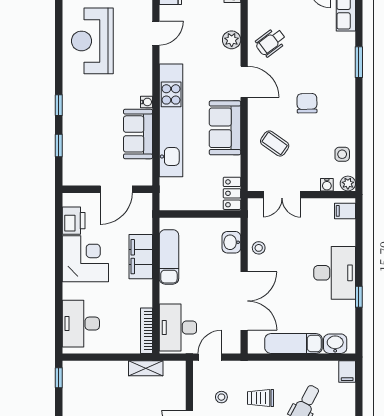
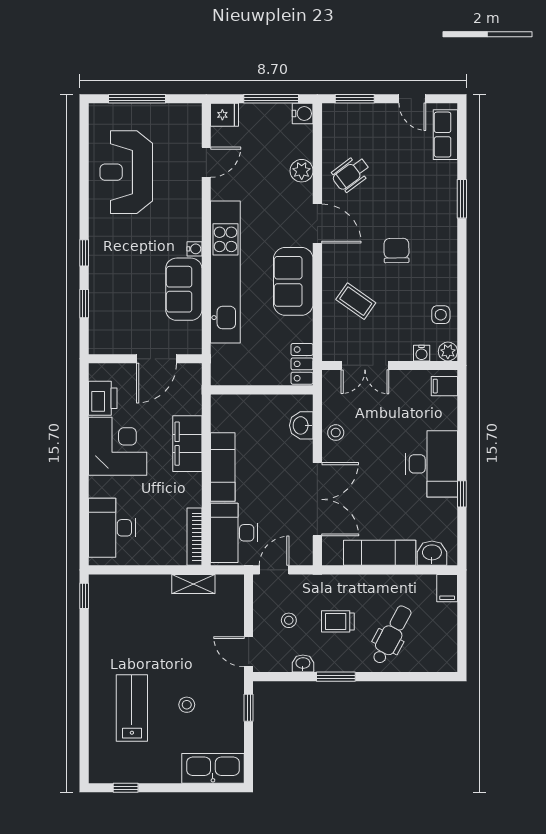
exam couch: (169, 257) -> (223, 467), moved

